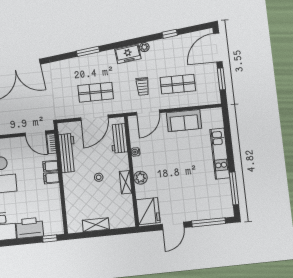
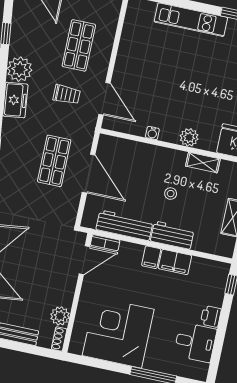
plant: (144, 47) -> (20, 69), width x1.87, depth x1.87
sofa: (184, 121) -> (131, 53), removed
workbench: (119, 138) -> (172, 235), moved, turned 180
filing cabinet: (51, 166) -> (175, 262), moved, width x2.00
shelving: (126, 182) -> (203, 163), moved
printer: (30, 228) -> (211, 316), width x0.53, depth x0.68

